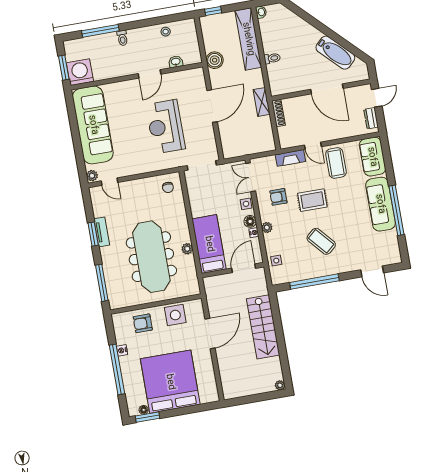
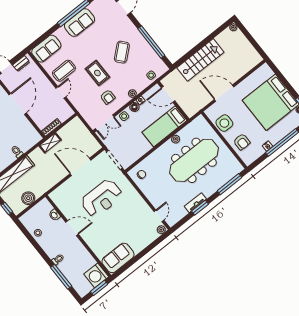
boiler: (215, 60) -> (28, 198), moved
door: (212, 106) -> (80, 167), moved
sofa: (93, 125) -> (118, 258), width x0.54, depth x0.79
fireplace: (290, 158) -> (77, 103), removed
sofa: (380, 204) -> (80, 23), width x0.73

